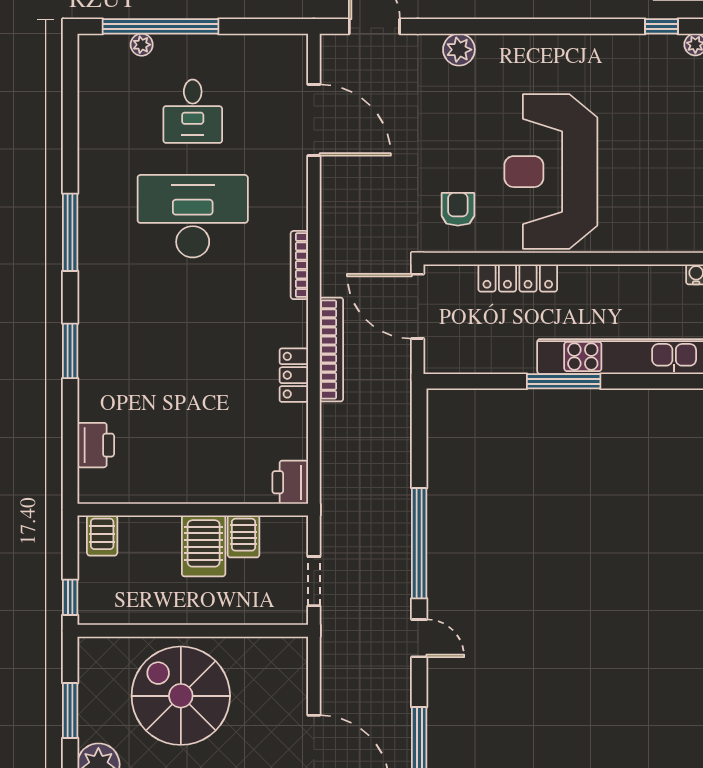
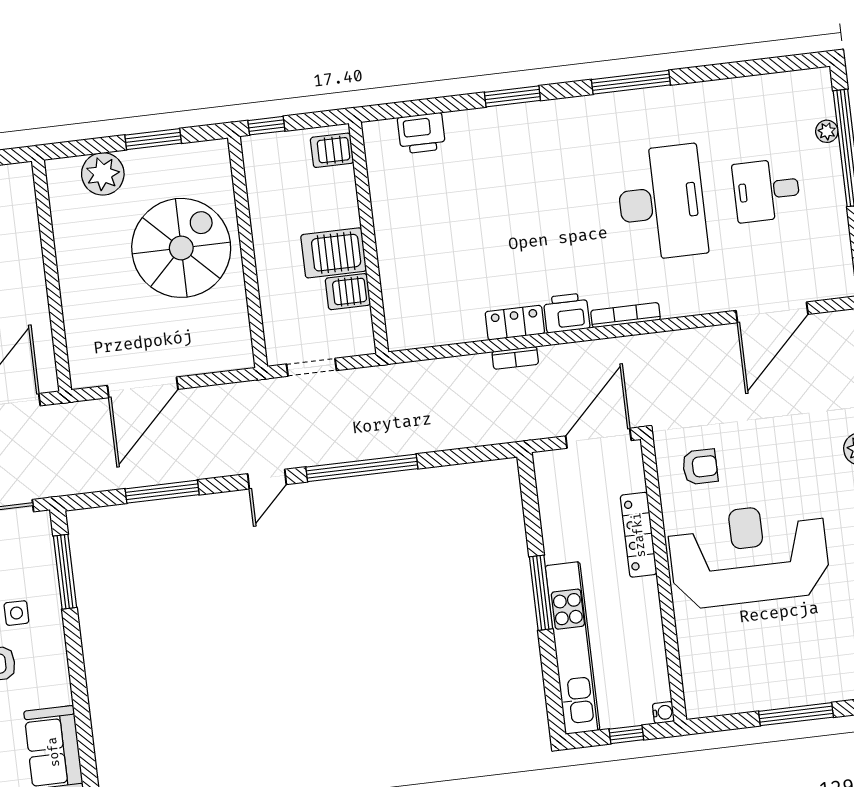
bookcase: (331, 350) -> (515, 358), width x0.43, depth x0.76
printer: (290, 482) -> (567, 313), moved

